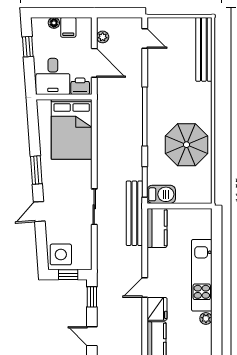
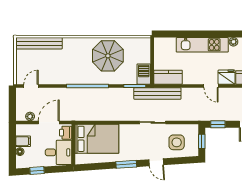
side table: (61, 254) -> (177, 142), moved

